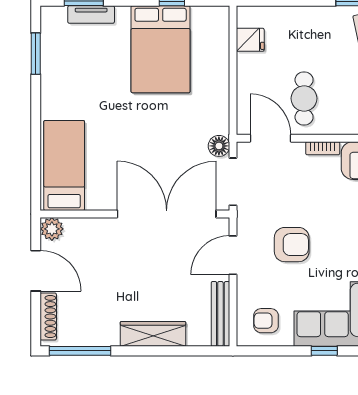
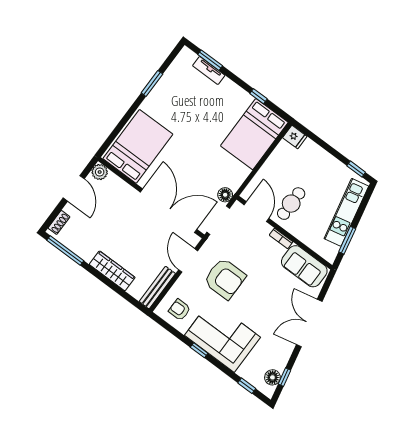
fridge: (250, 40) -> (295, 137), moved
bed: (161, 49) -> (254, 134), moved
window: (36, 54) -> (152, 83), moved
bed: (64, 165) -> (138, 146), width x1.50
armchair: (292, 245) -> (225, 279), width x1.36, depth x1.36
door: (233, 255) -> (188, 260), hinge flipped
shoe rack: (48, 316) -> (59, 222), width x0.70

